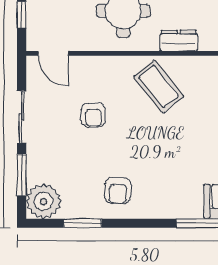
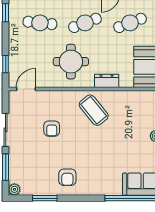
door: (53, 53) -> (26, 89), swing flipped
plant: (43, 201) -> (14, 189), width x0.53, depth x0.53

